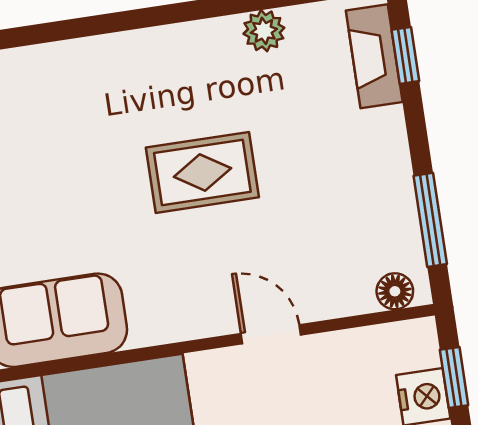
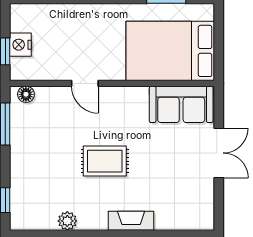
fireplace: (374, 56) -> (131, 221), moved, turned -90

